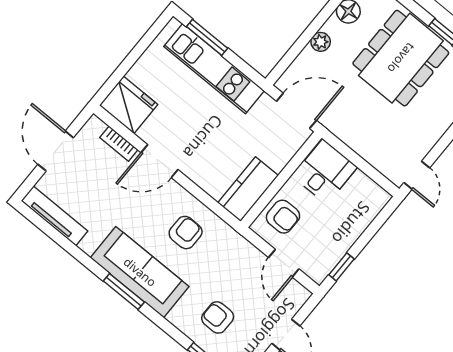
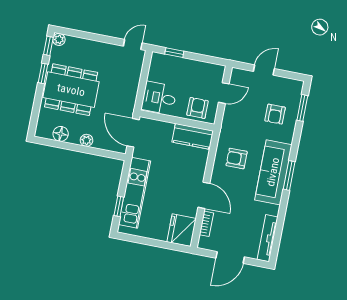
window: (207, 37) -> (119, 206), width x0.67
window: (341, 267) -> (174, 53), moved

